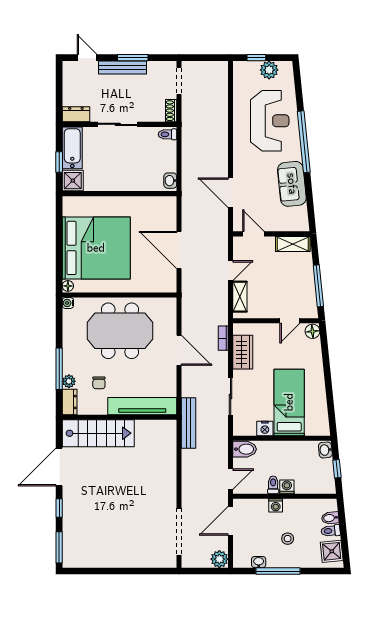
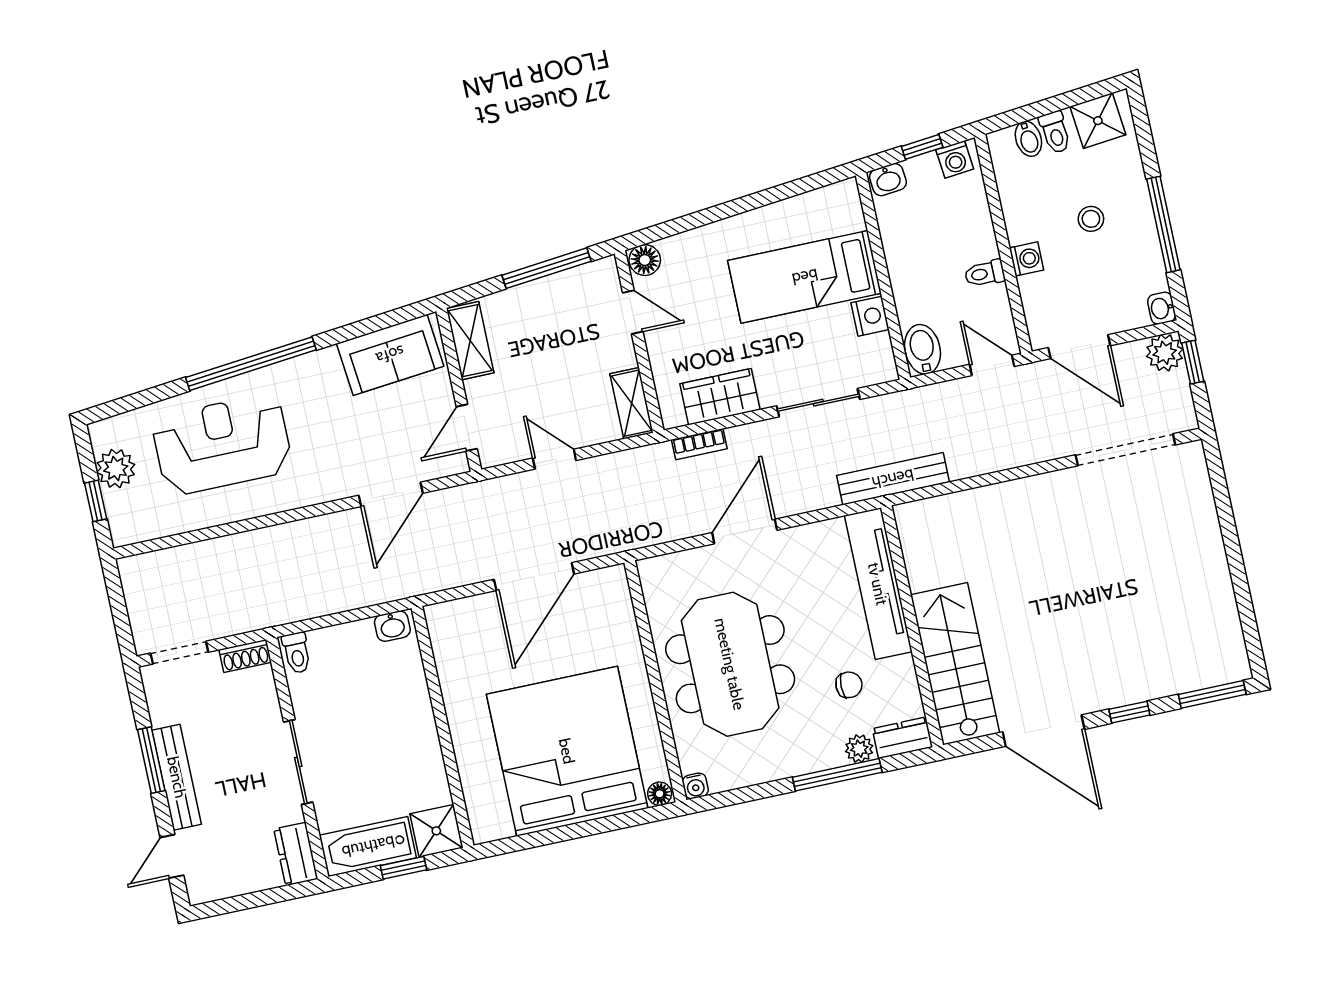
sofa: (292, 184) -> (390, 355), moved
shelving: (240, 297) -> (632, 403), moved, turned 90
washing machine: (287, 487) -> (955, 159), moved, turned -96
washbasin: (259, 562) -> (1162, 308), moved
window: (212, 571) -> (1193, 362), added

